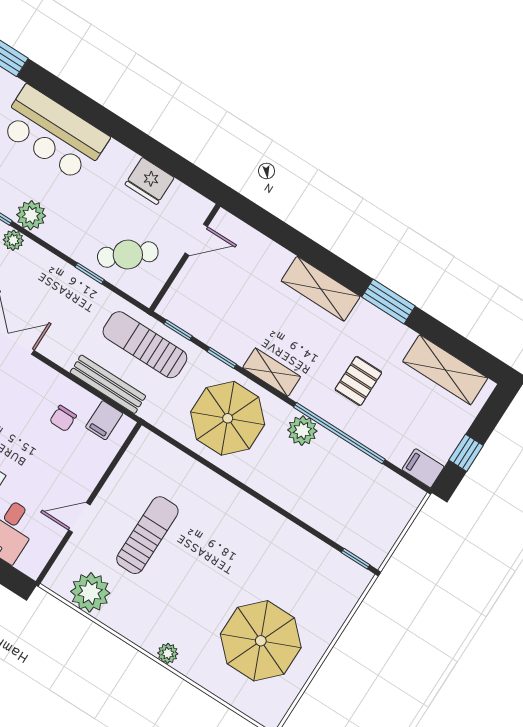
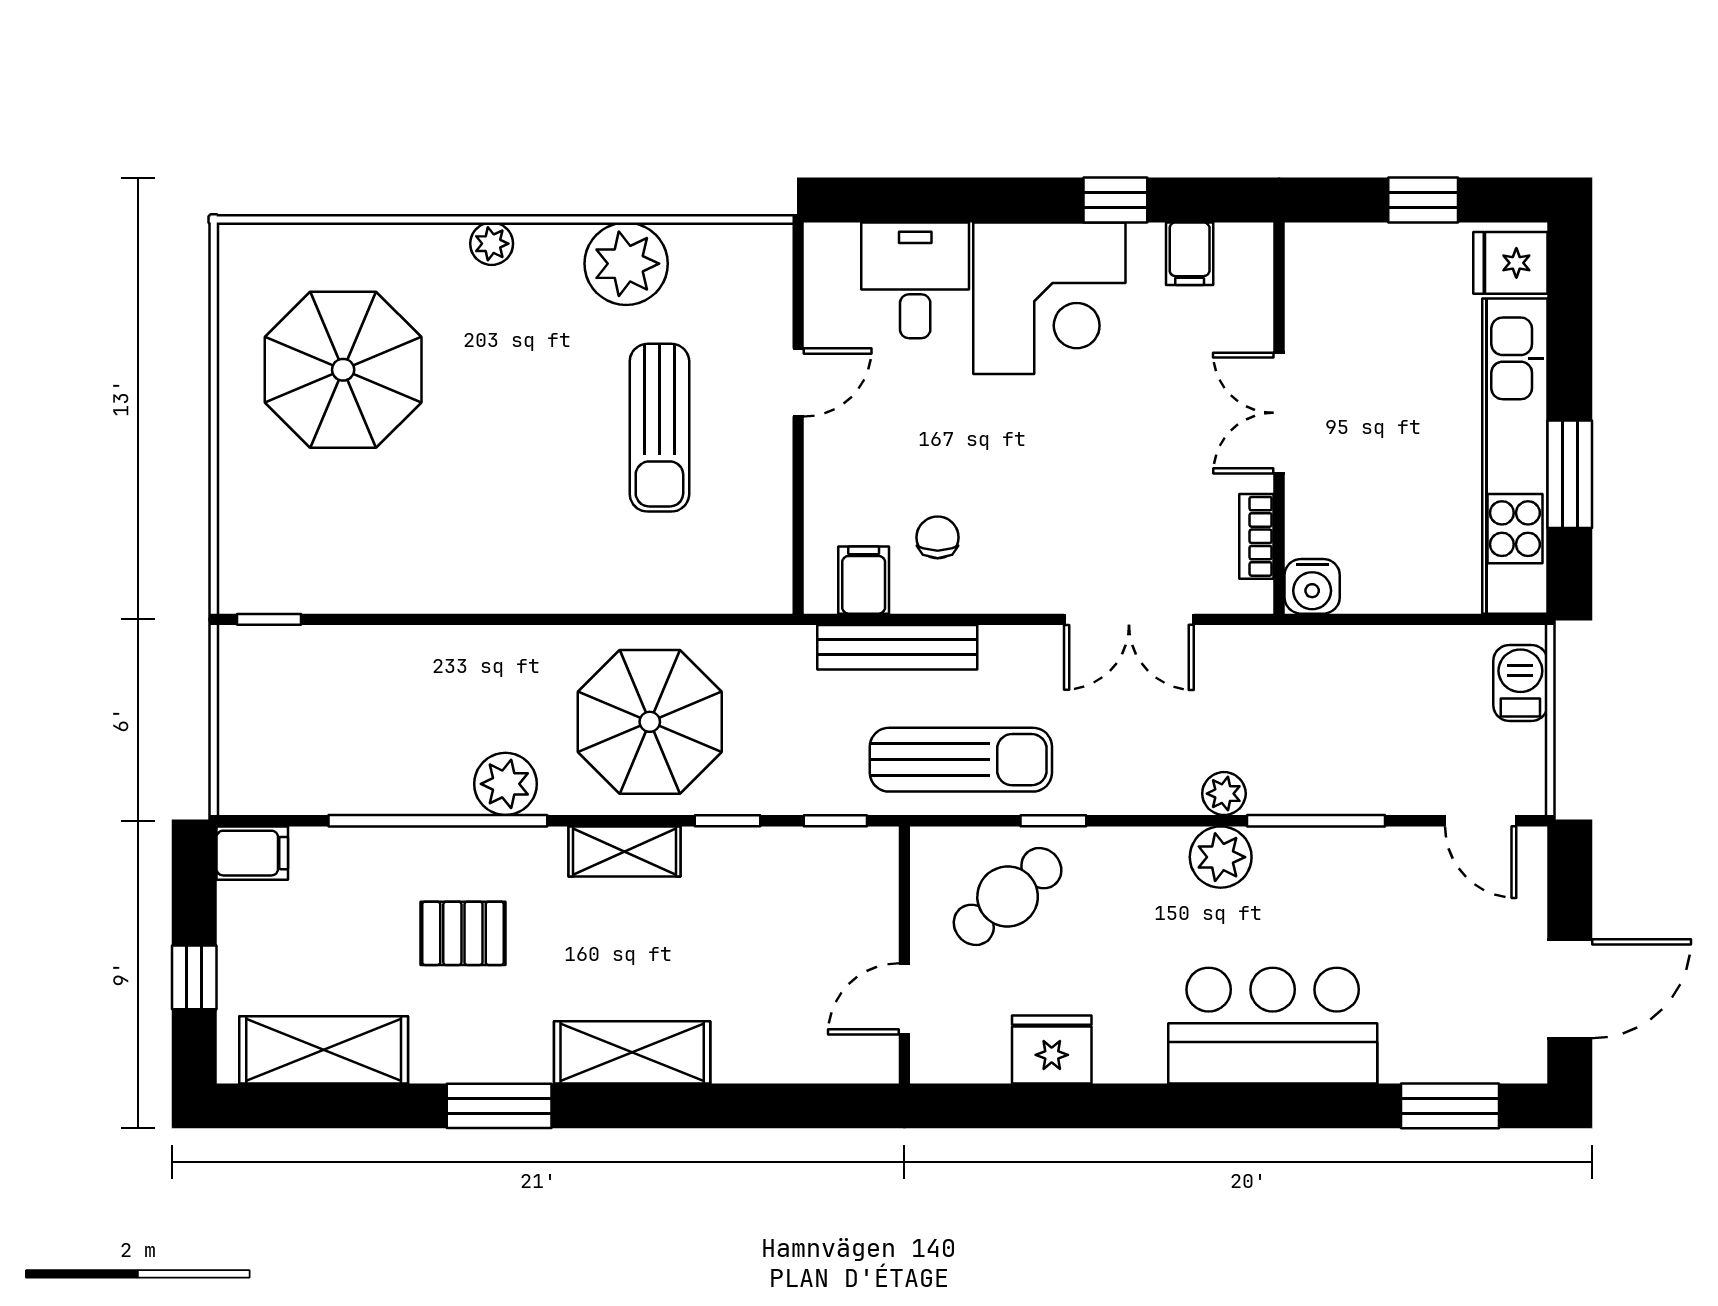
sun lounger: (145, 345) -> (961, 760), moved
pallet: (358, 381) -> (463, 933), turned 90
window: (466, 453) -> (194, 977), moved
plant: (90, 592) -> (626, 264), moved

